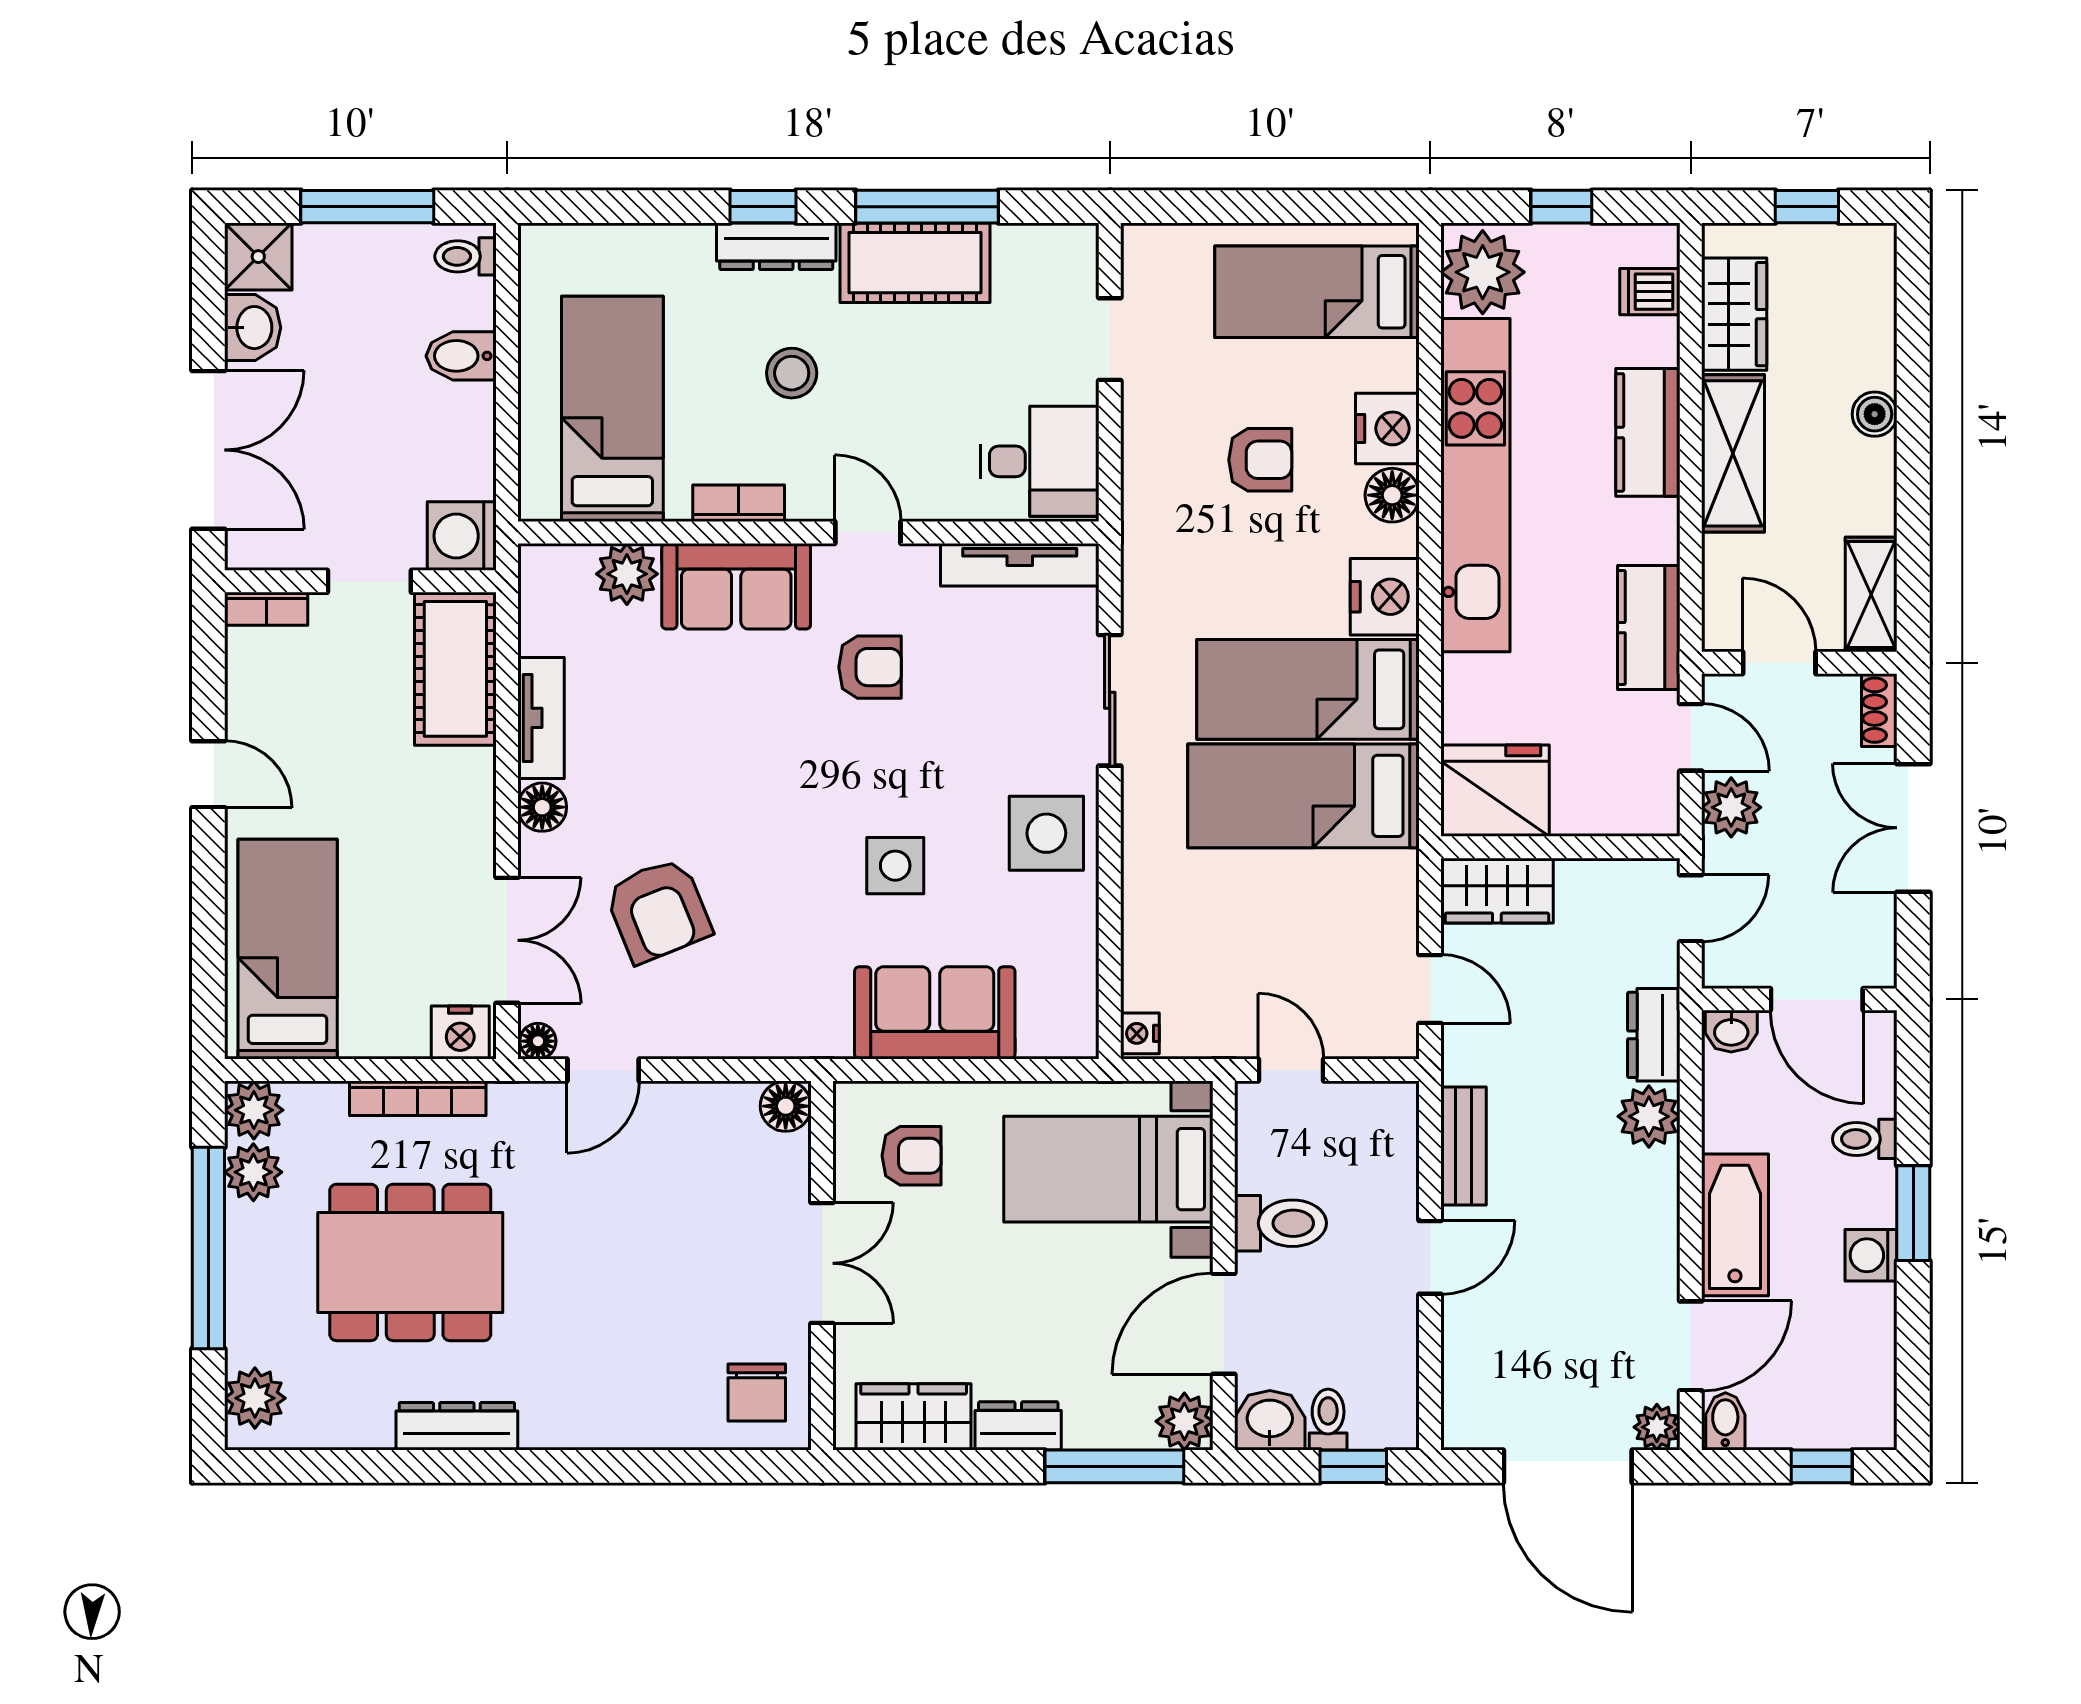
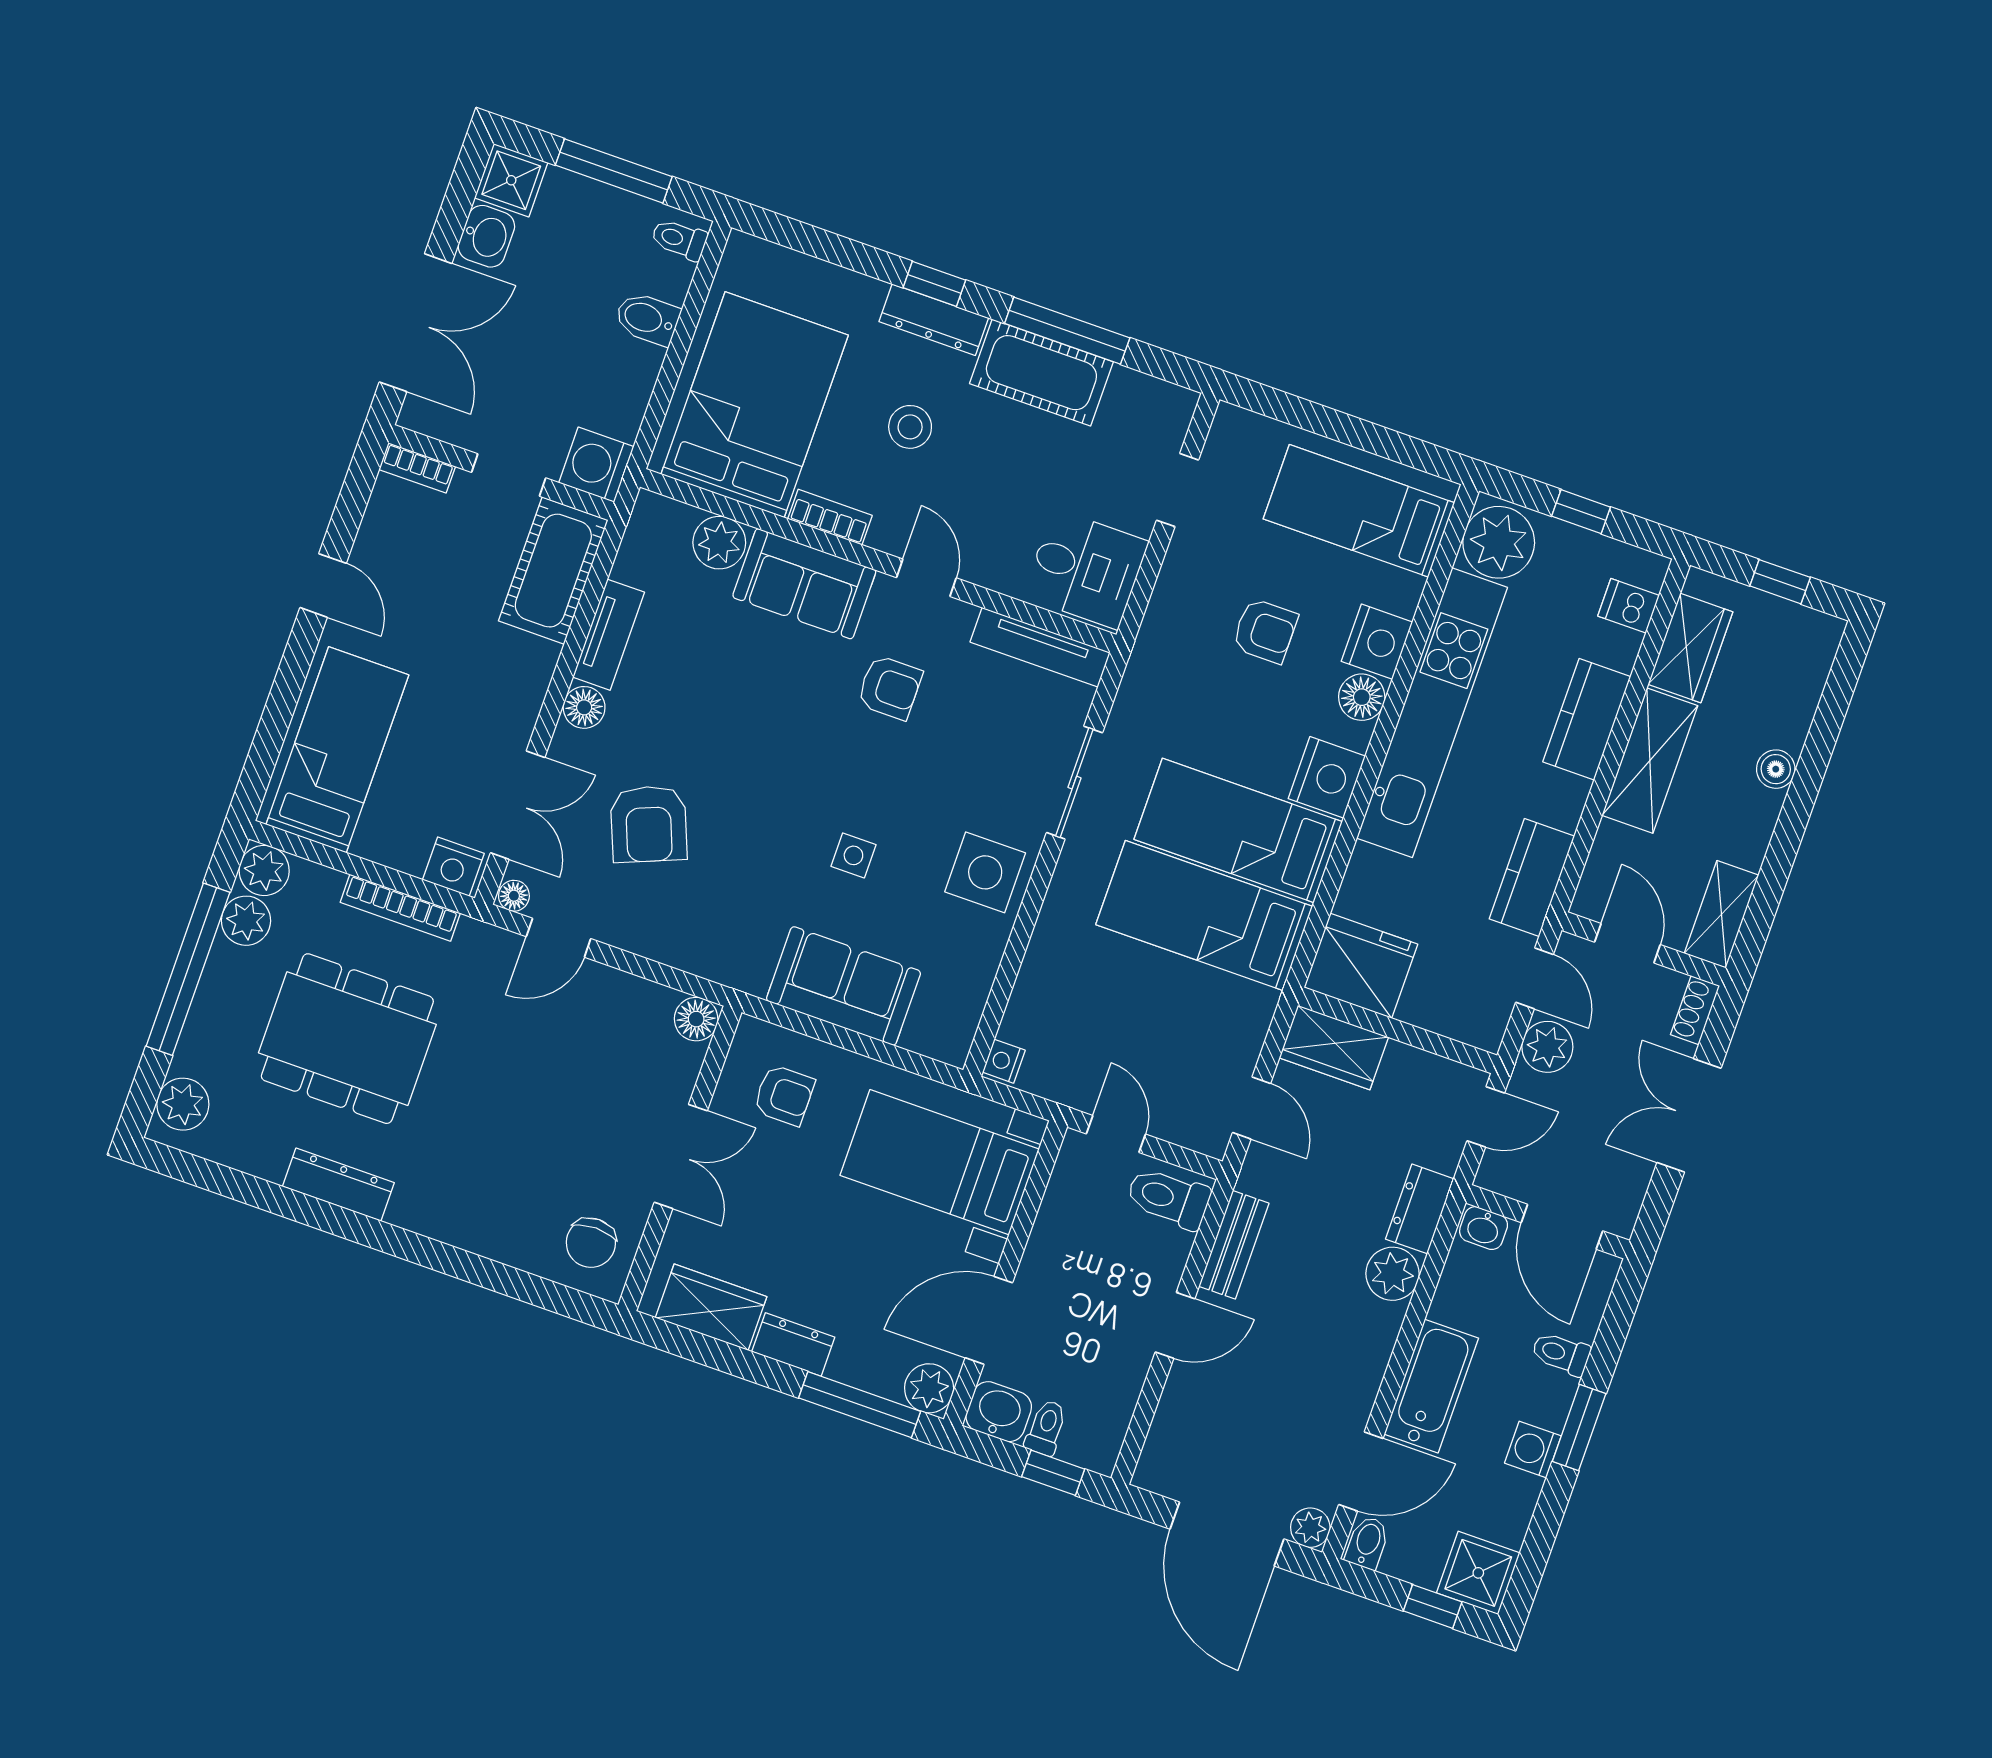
bed: (612, 409) -> (755, 405), width x1.50
side table: (895, 866) -> (853, 855), width x0.73, depth x0.73
toilet: (1280, 1223) -> (1168, 1198), moved, turned 180
shower: (1859, 1412) -> (1478, 1573), added

